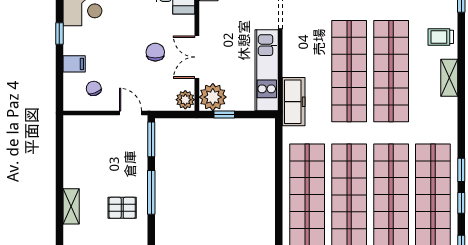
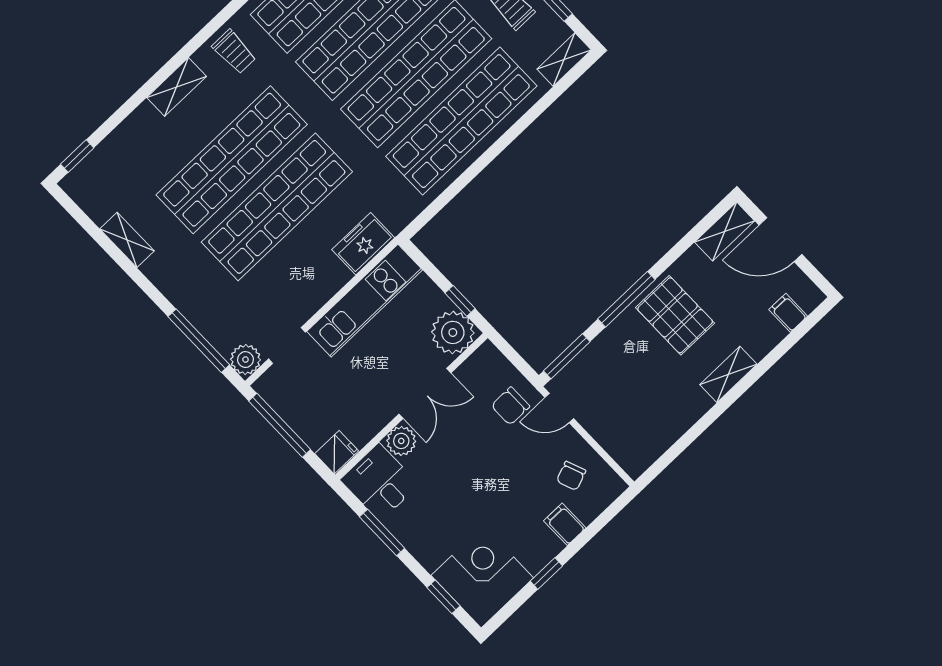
trolley: (441, 37) -> (234, 52), moved
chair: (155, 52) -> (510, 406), moved
plant: (185, 100) -> (401, 441), moved
freezer: (294, 102) -> (363, 244), width x0.71
door: (131, 113) -> (559, 408), hinge flipped
pallet: (122, 208) -> (675, 315), width x1.50, depth x1.42

